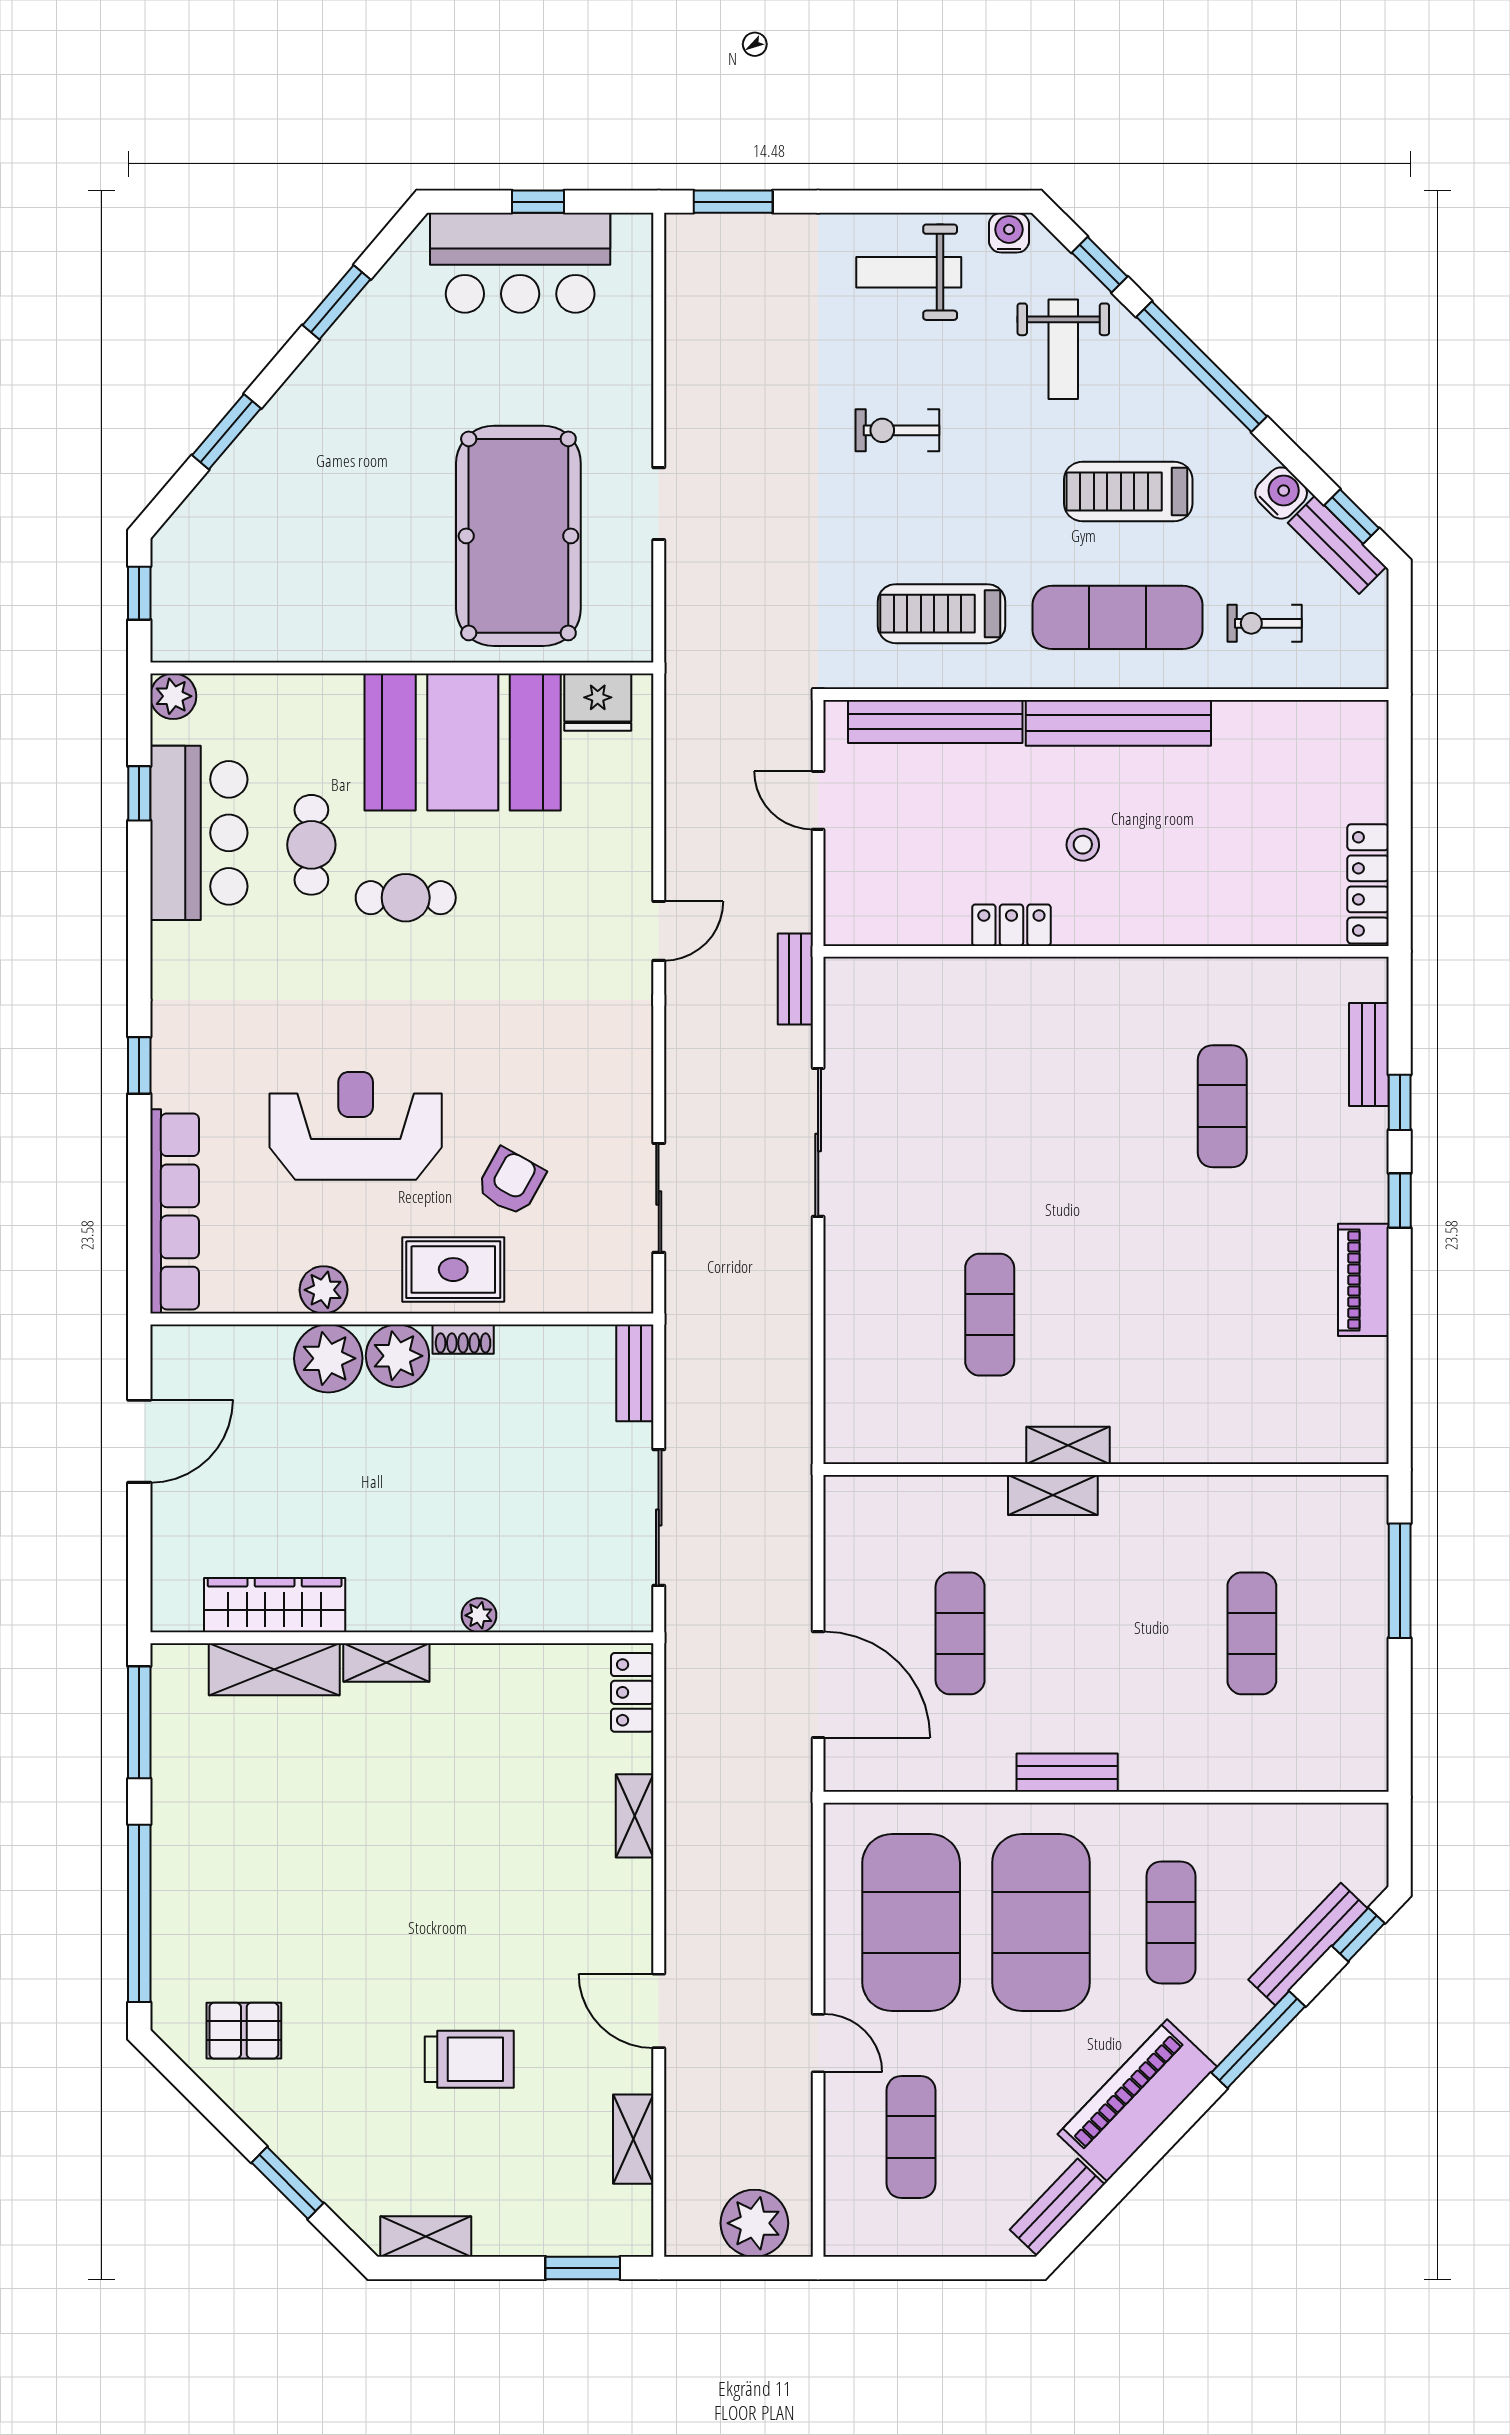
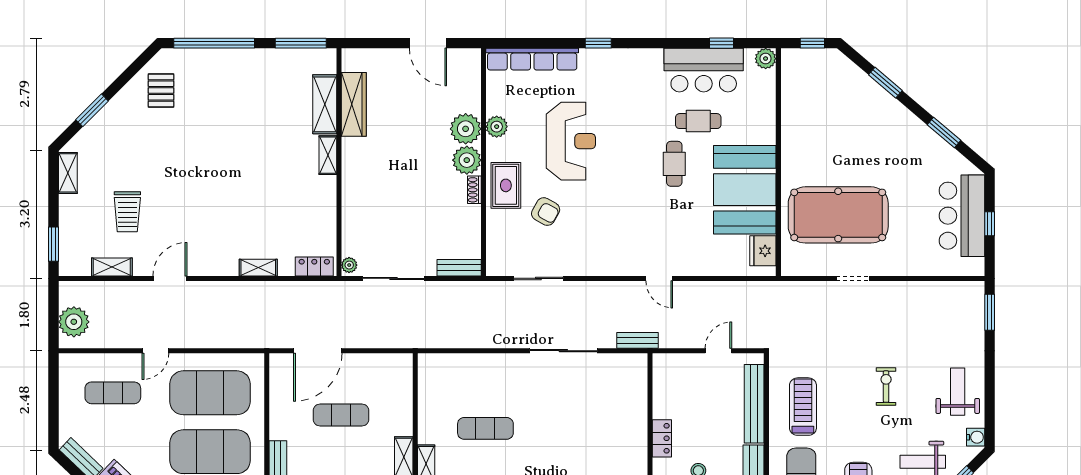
plant: (479, 1615) -> (349, 265), moved
trolley: (469, 2059) -> (127, 212), moved

